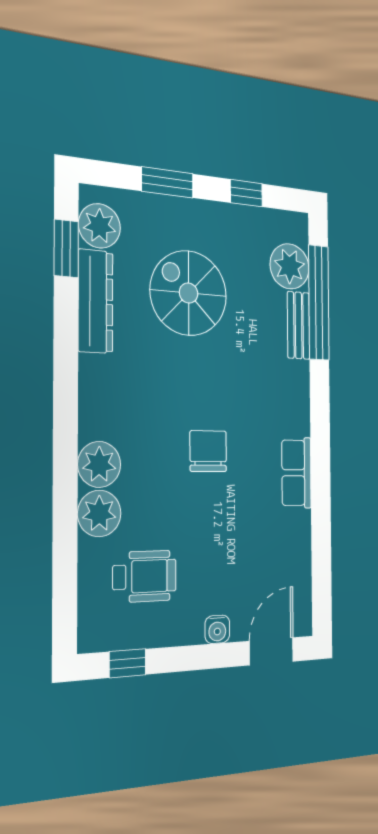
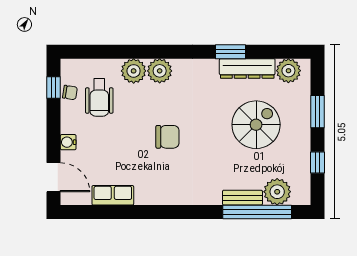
window: (66, 248) -> (231, 52), moved
row of seats: (296, 473) -> (113, 195), moved
chair: (136, 632) -> (70, 92), added

